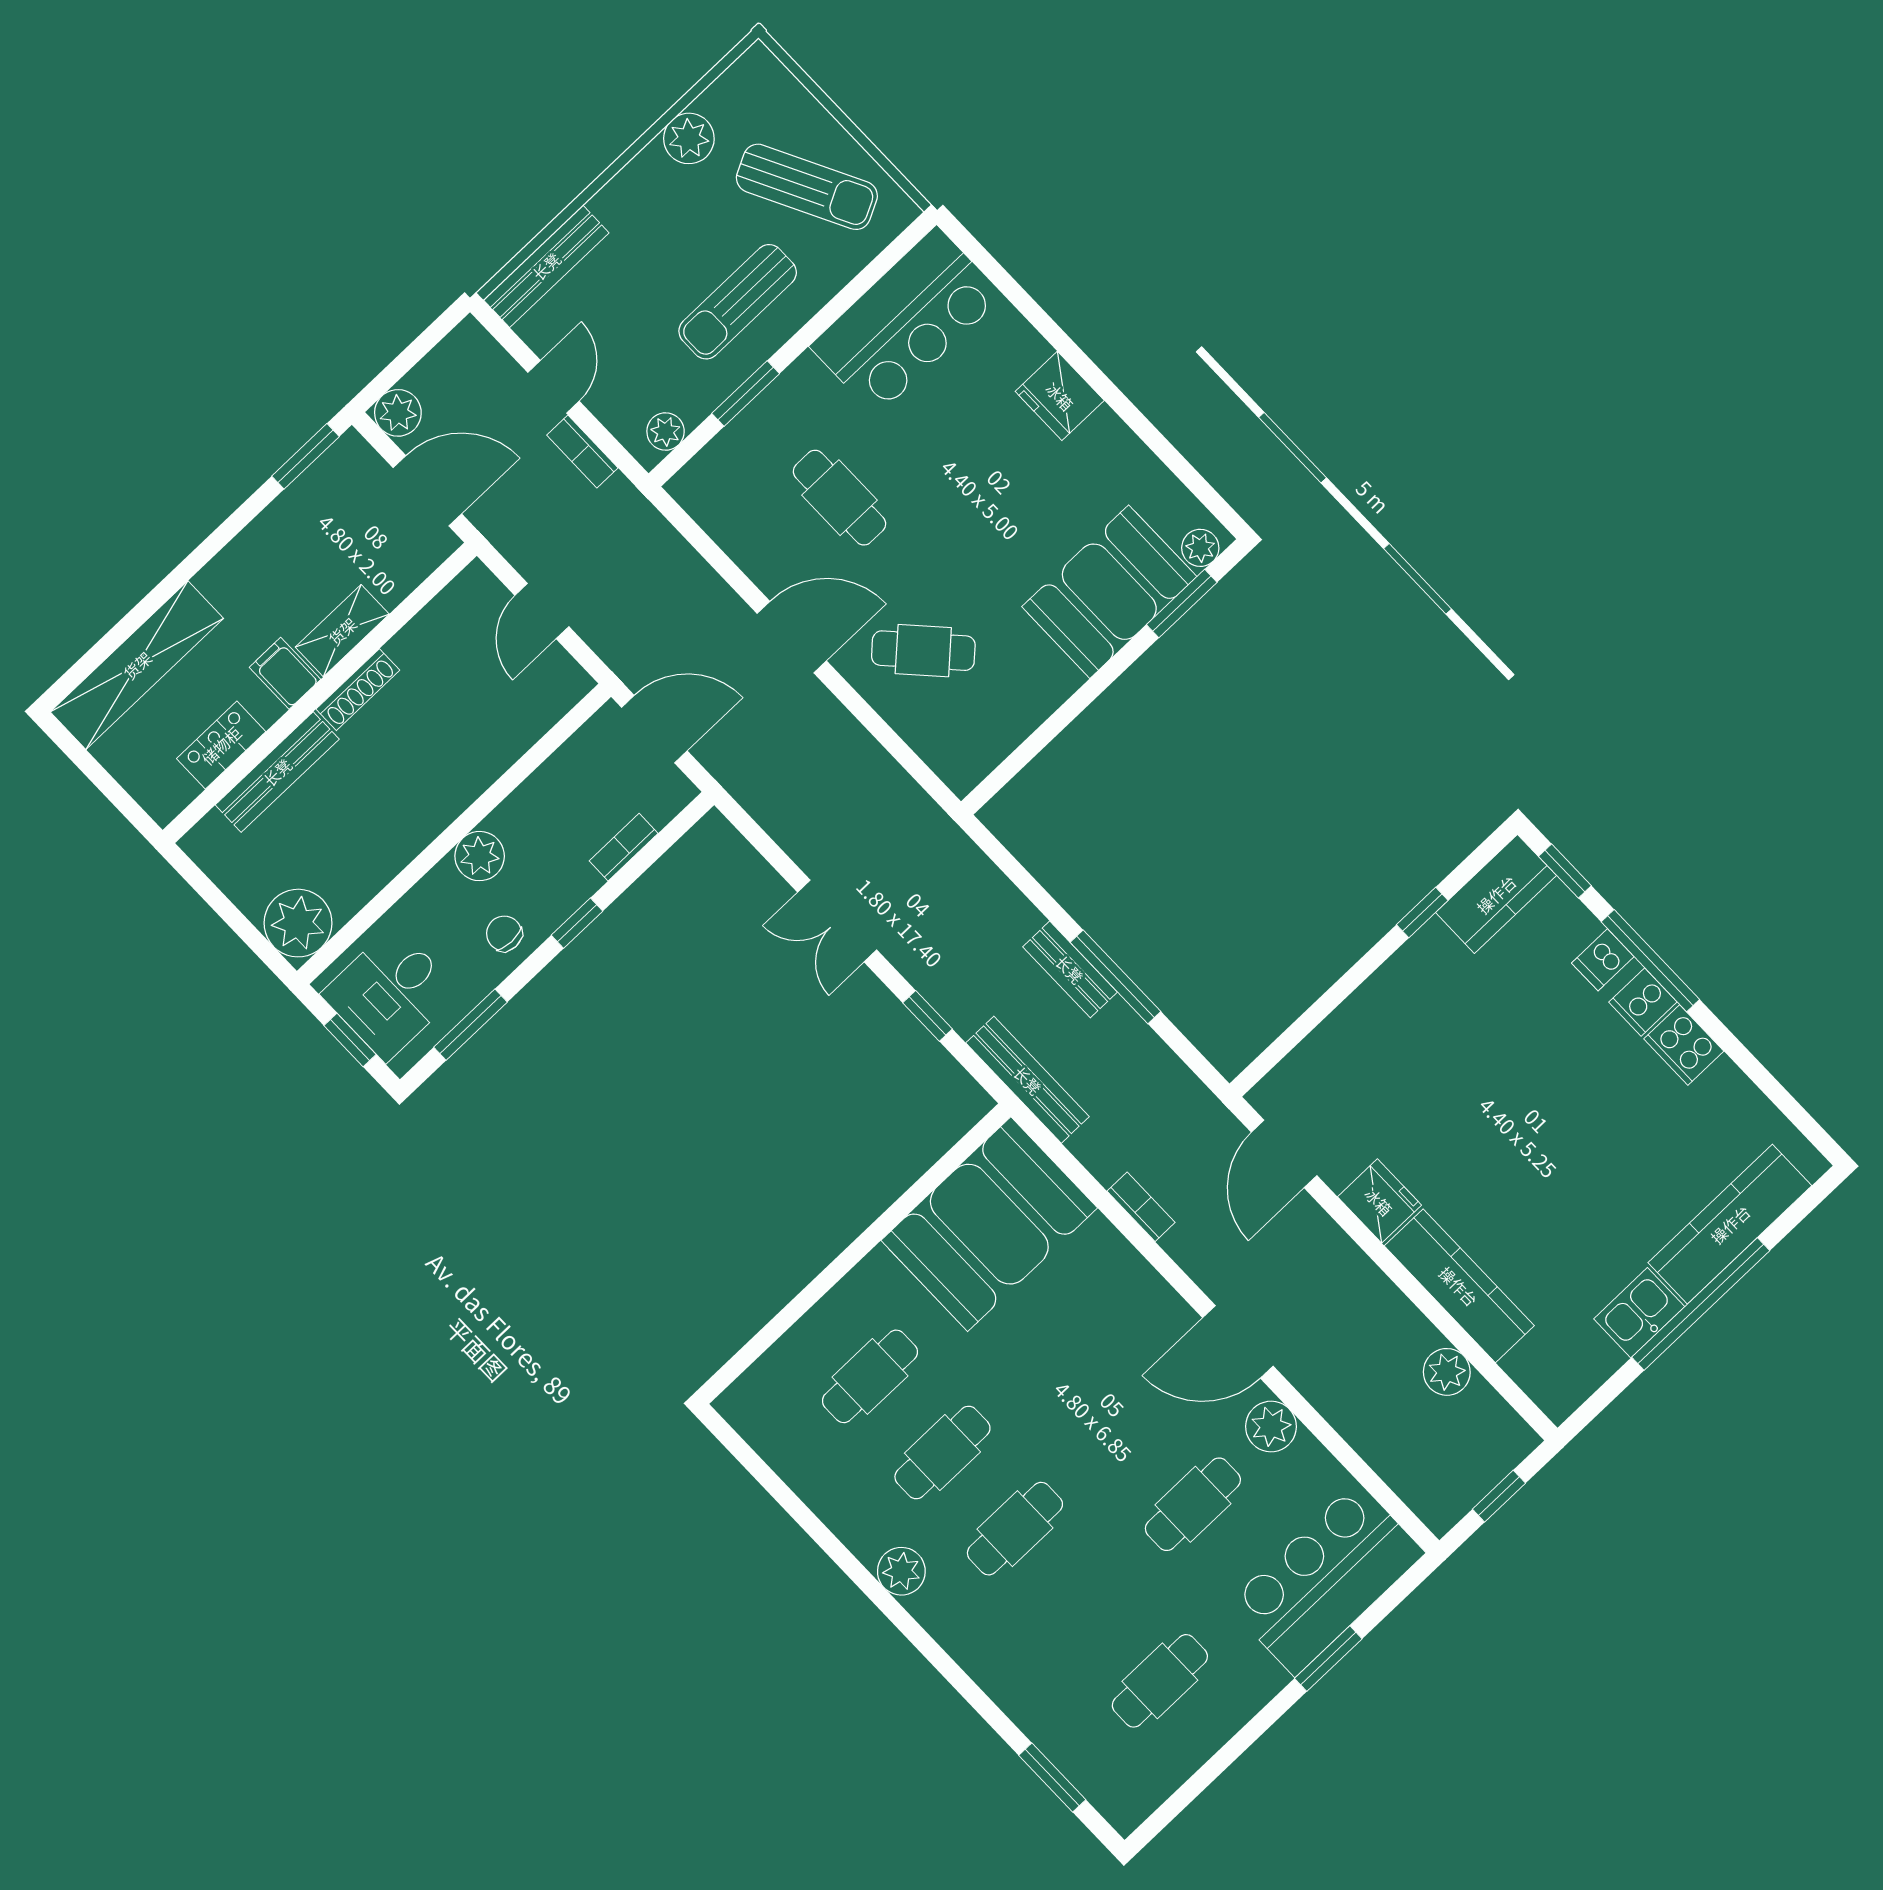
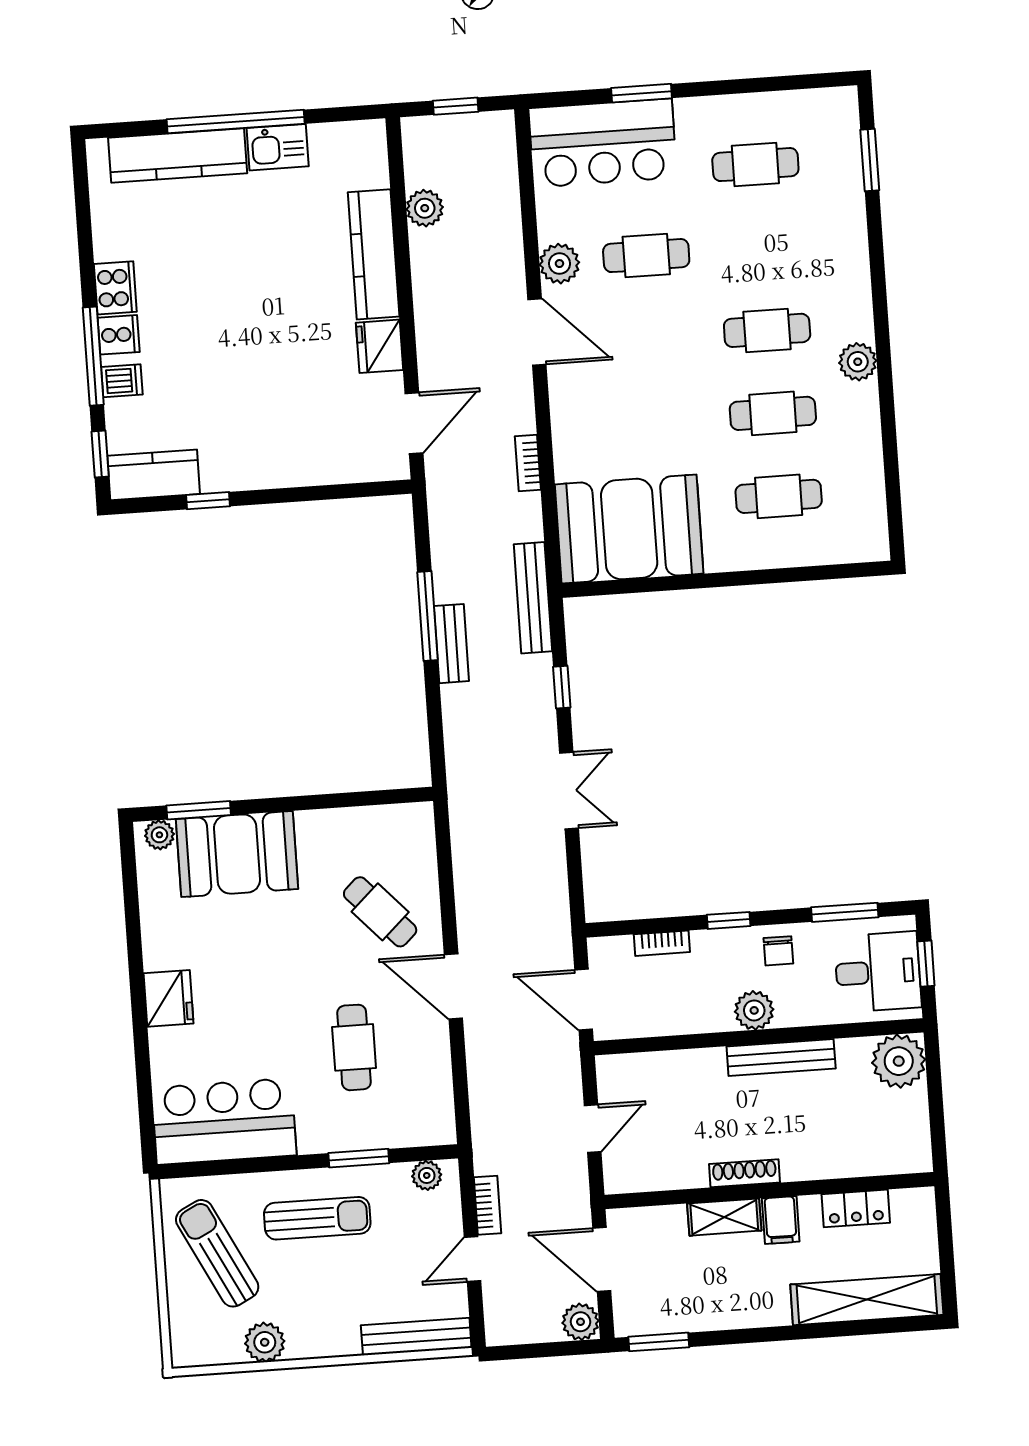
bench: (277, 772) -> (781, 1057), moved

